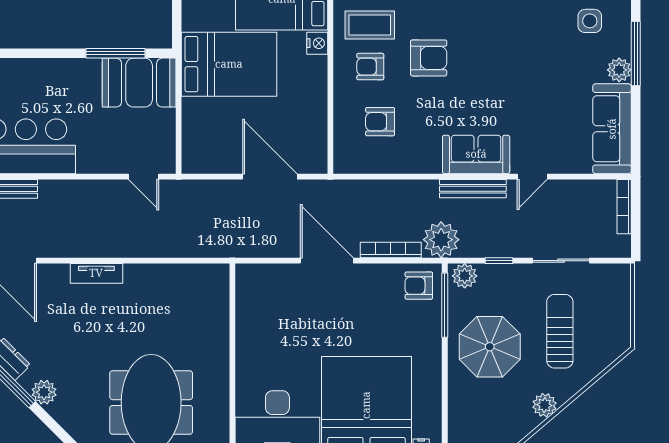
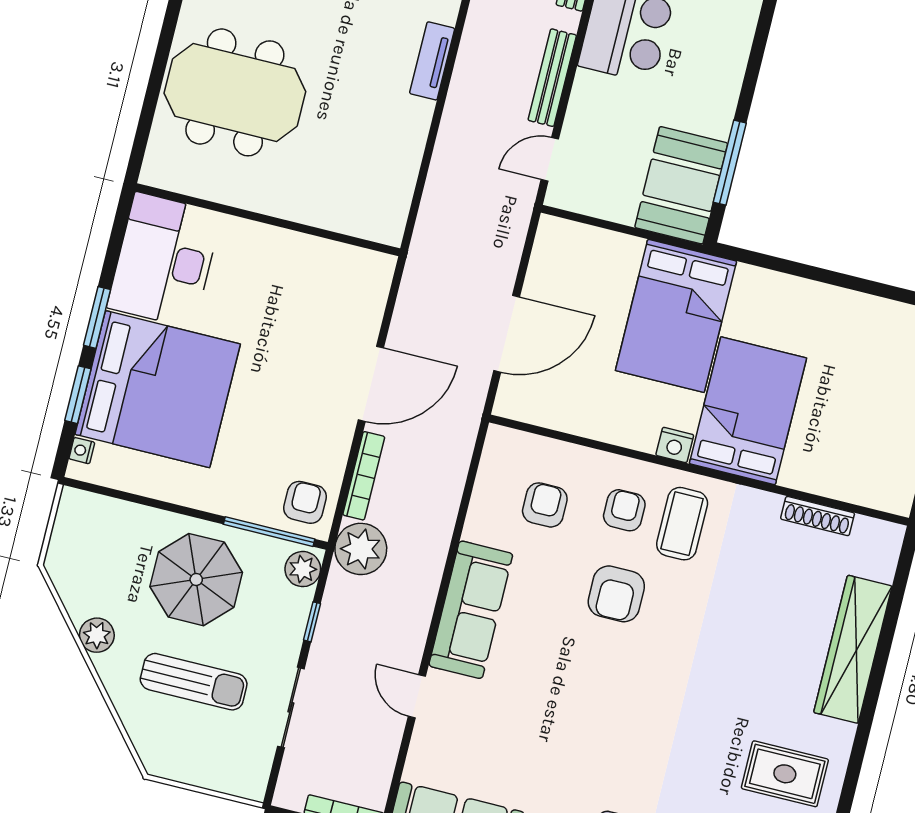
sofa: (476, 154) -> (471, 610), width x1.36
bench: (473, 189) -> (552, 78), moved

